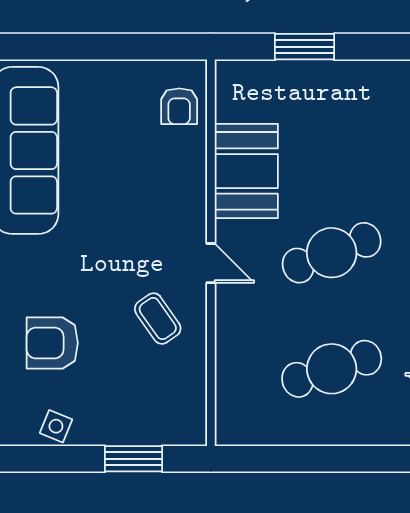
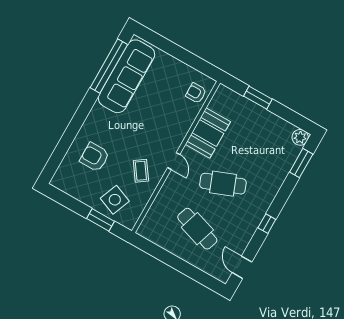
armchair: (179, 106) -> (196, 93), turned 90
cafe table: (332, 369) -> (197, 229), turned 36
side table: (56, 426) -> (115, 200), moved, width x1.87, depth x1.87

